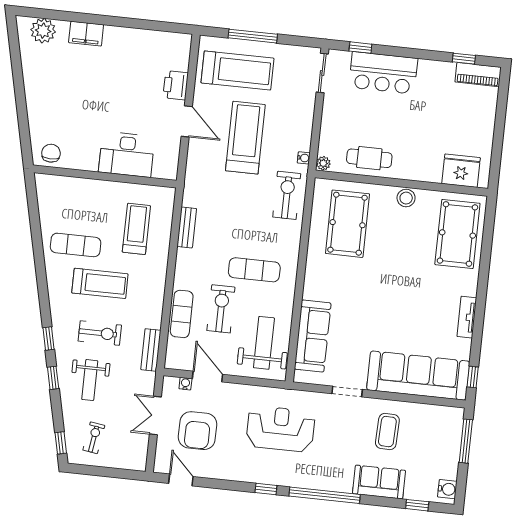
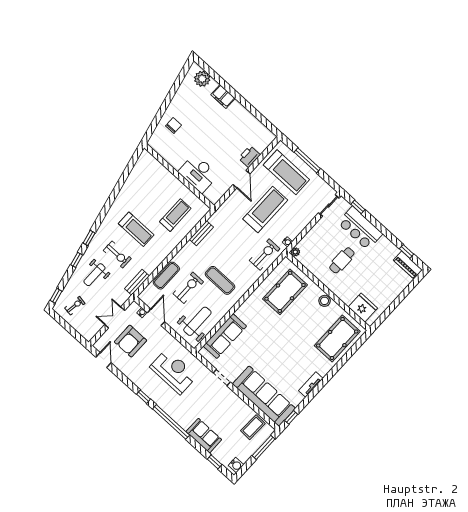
chair: (51, 153) -> (174, 126), moved
cafe table: (369, 158) -> (342, 260), moved, turned 90
exercise mat: (76, 245) -> (138, 200), removed
coffee table: (387, 432) -> (253, 427), moved

